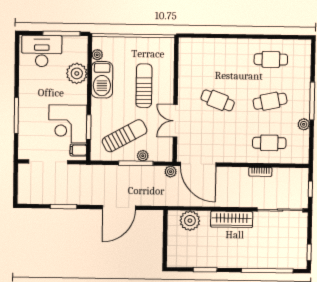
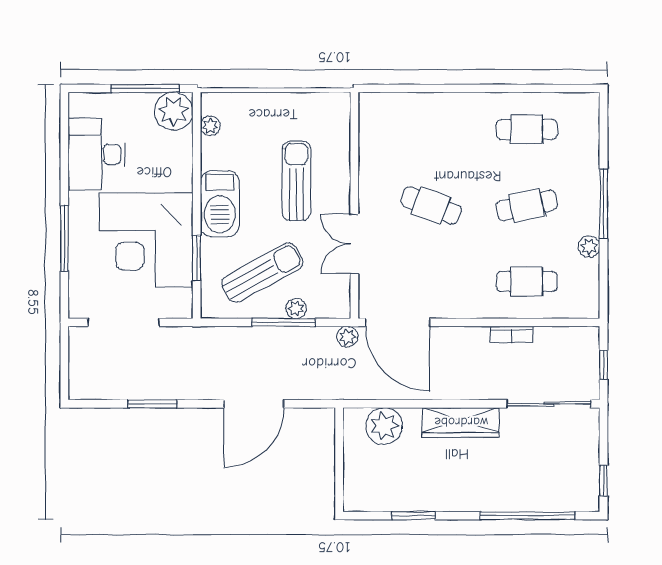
desk: (42, 51) -> (97, 154), moved, turned -90
plant: (77, 73) -> (174, 111), moved
barbecue: (102, 80) -> (220, 204), moved
corner desk: (68, 124) -> (146, 240), width x1.36, depth x1.36
filing cabinet: (78, 150) -> (178, 300), removed

